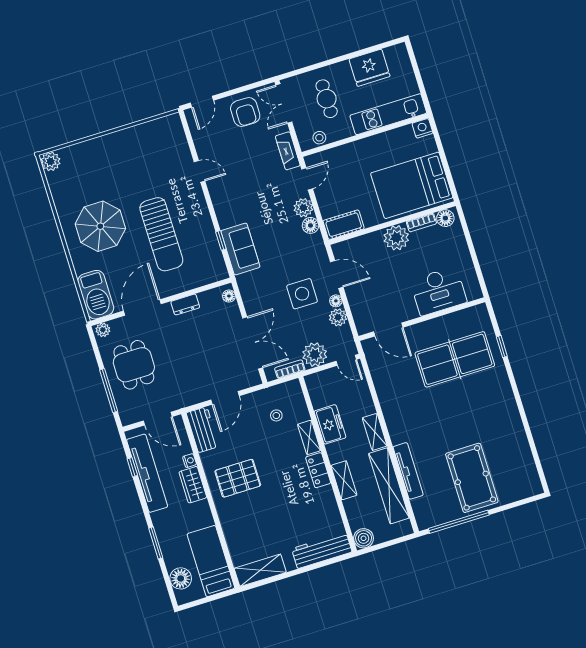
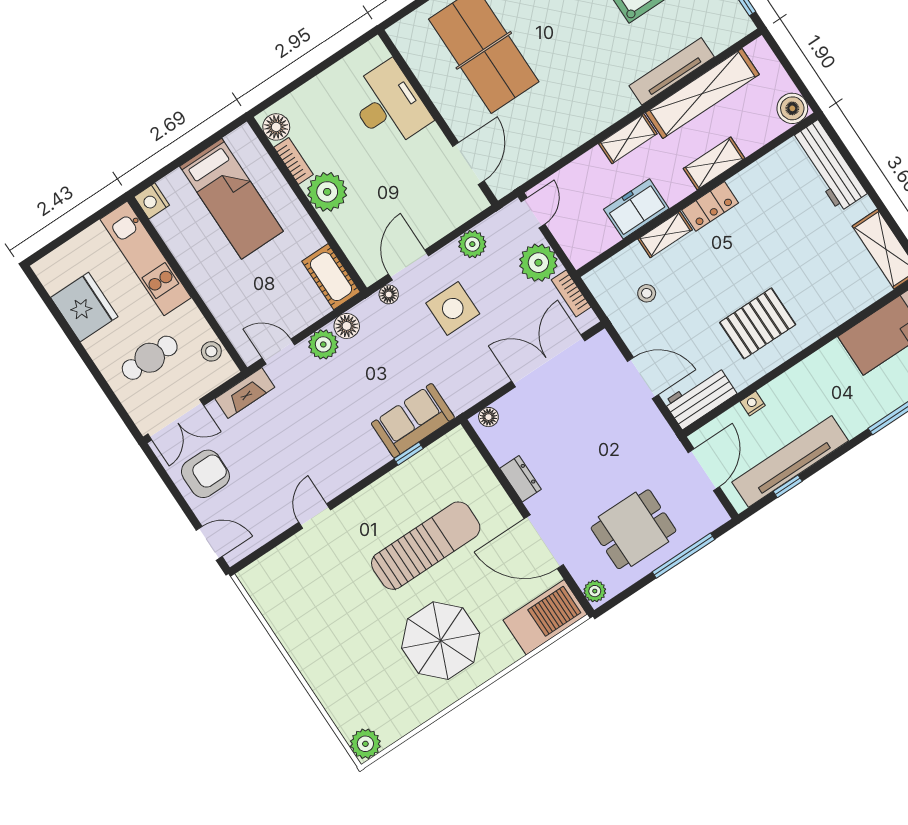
bed: (412, 185) -> (232, 199), width x0.67
floor lamp: (336, 301) -> (389, 294), moved
pallet: (238, 478) -> (758, 323), turned 90
wardrobe: (193, 485) -> (787, 388), removed

